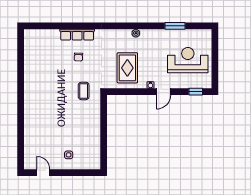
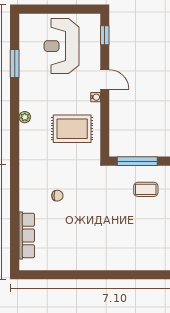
row of seats: (77, 35) -> (27, 235), moved
coffee table: (84, 91) -> (146, 189), moved
window: (104, 115) -> (137, 161), added

